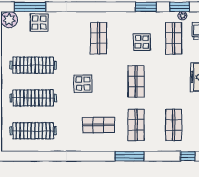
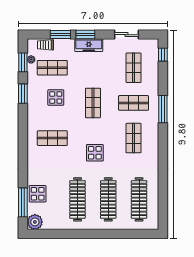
shop shelf: (136, 82) -> (93, 103), turned 90
shop shelf: (174, 125) -> (134, 68), turned 90

